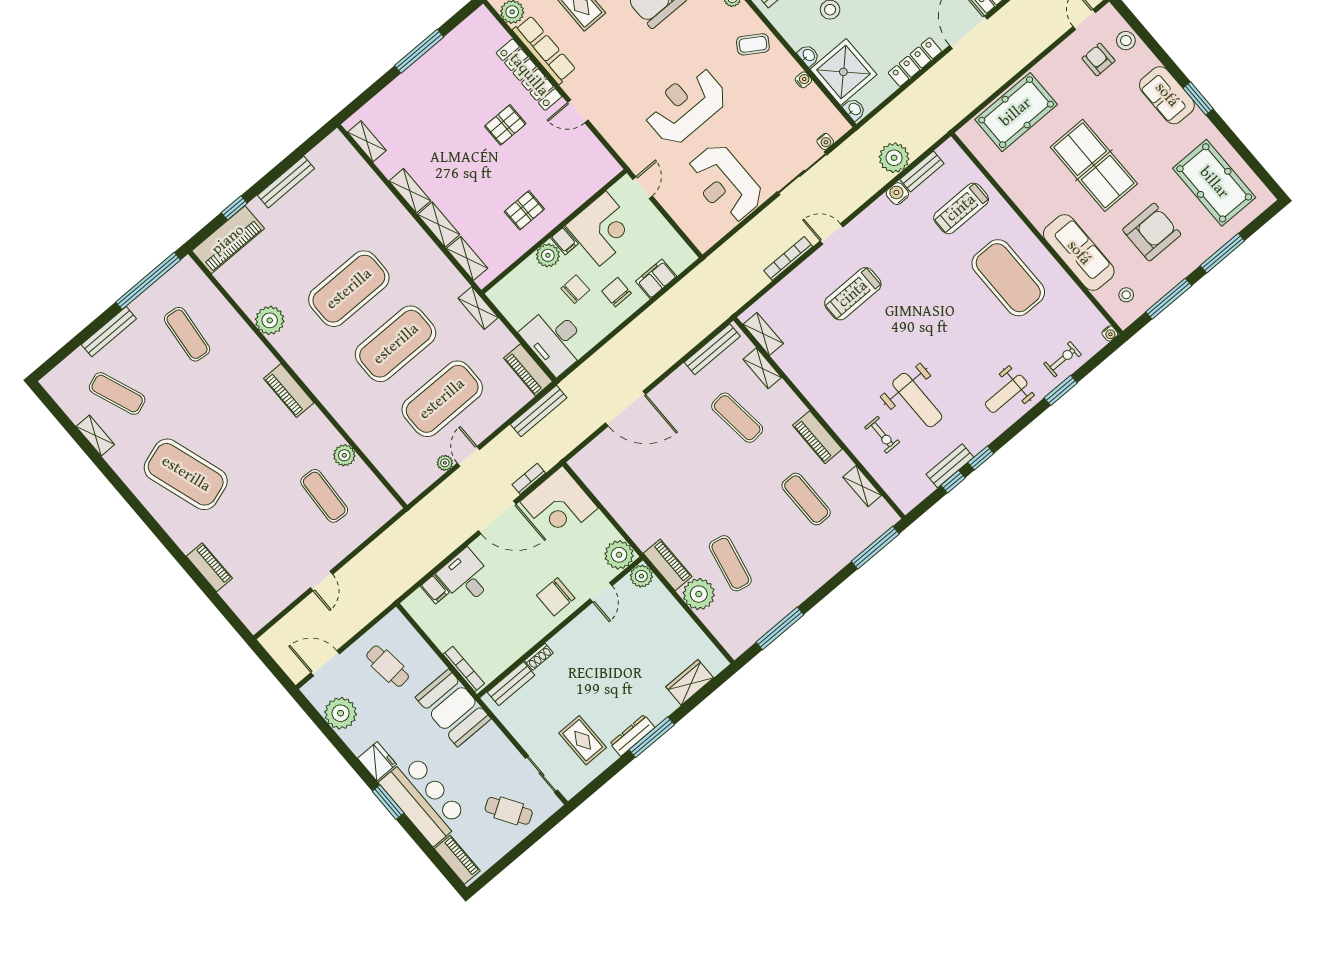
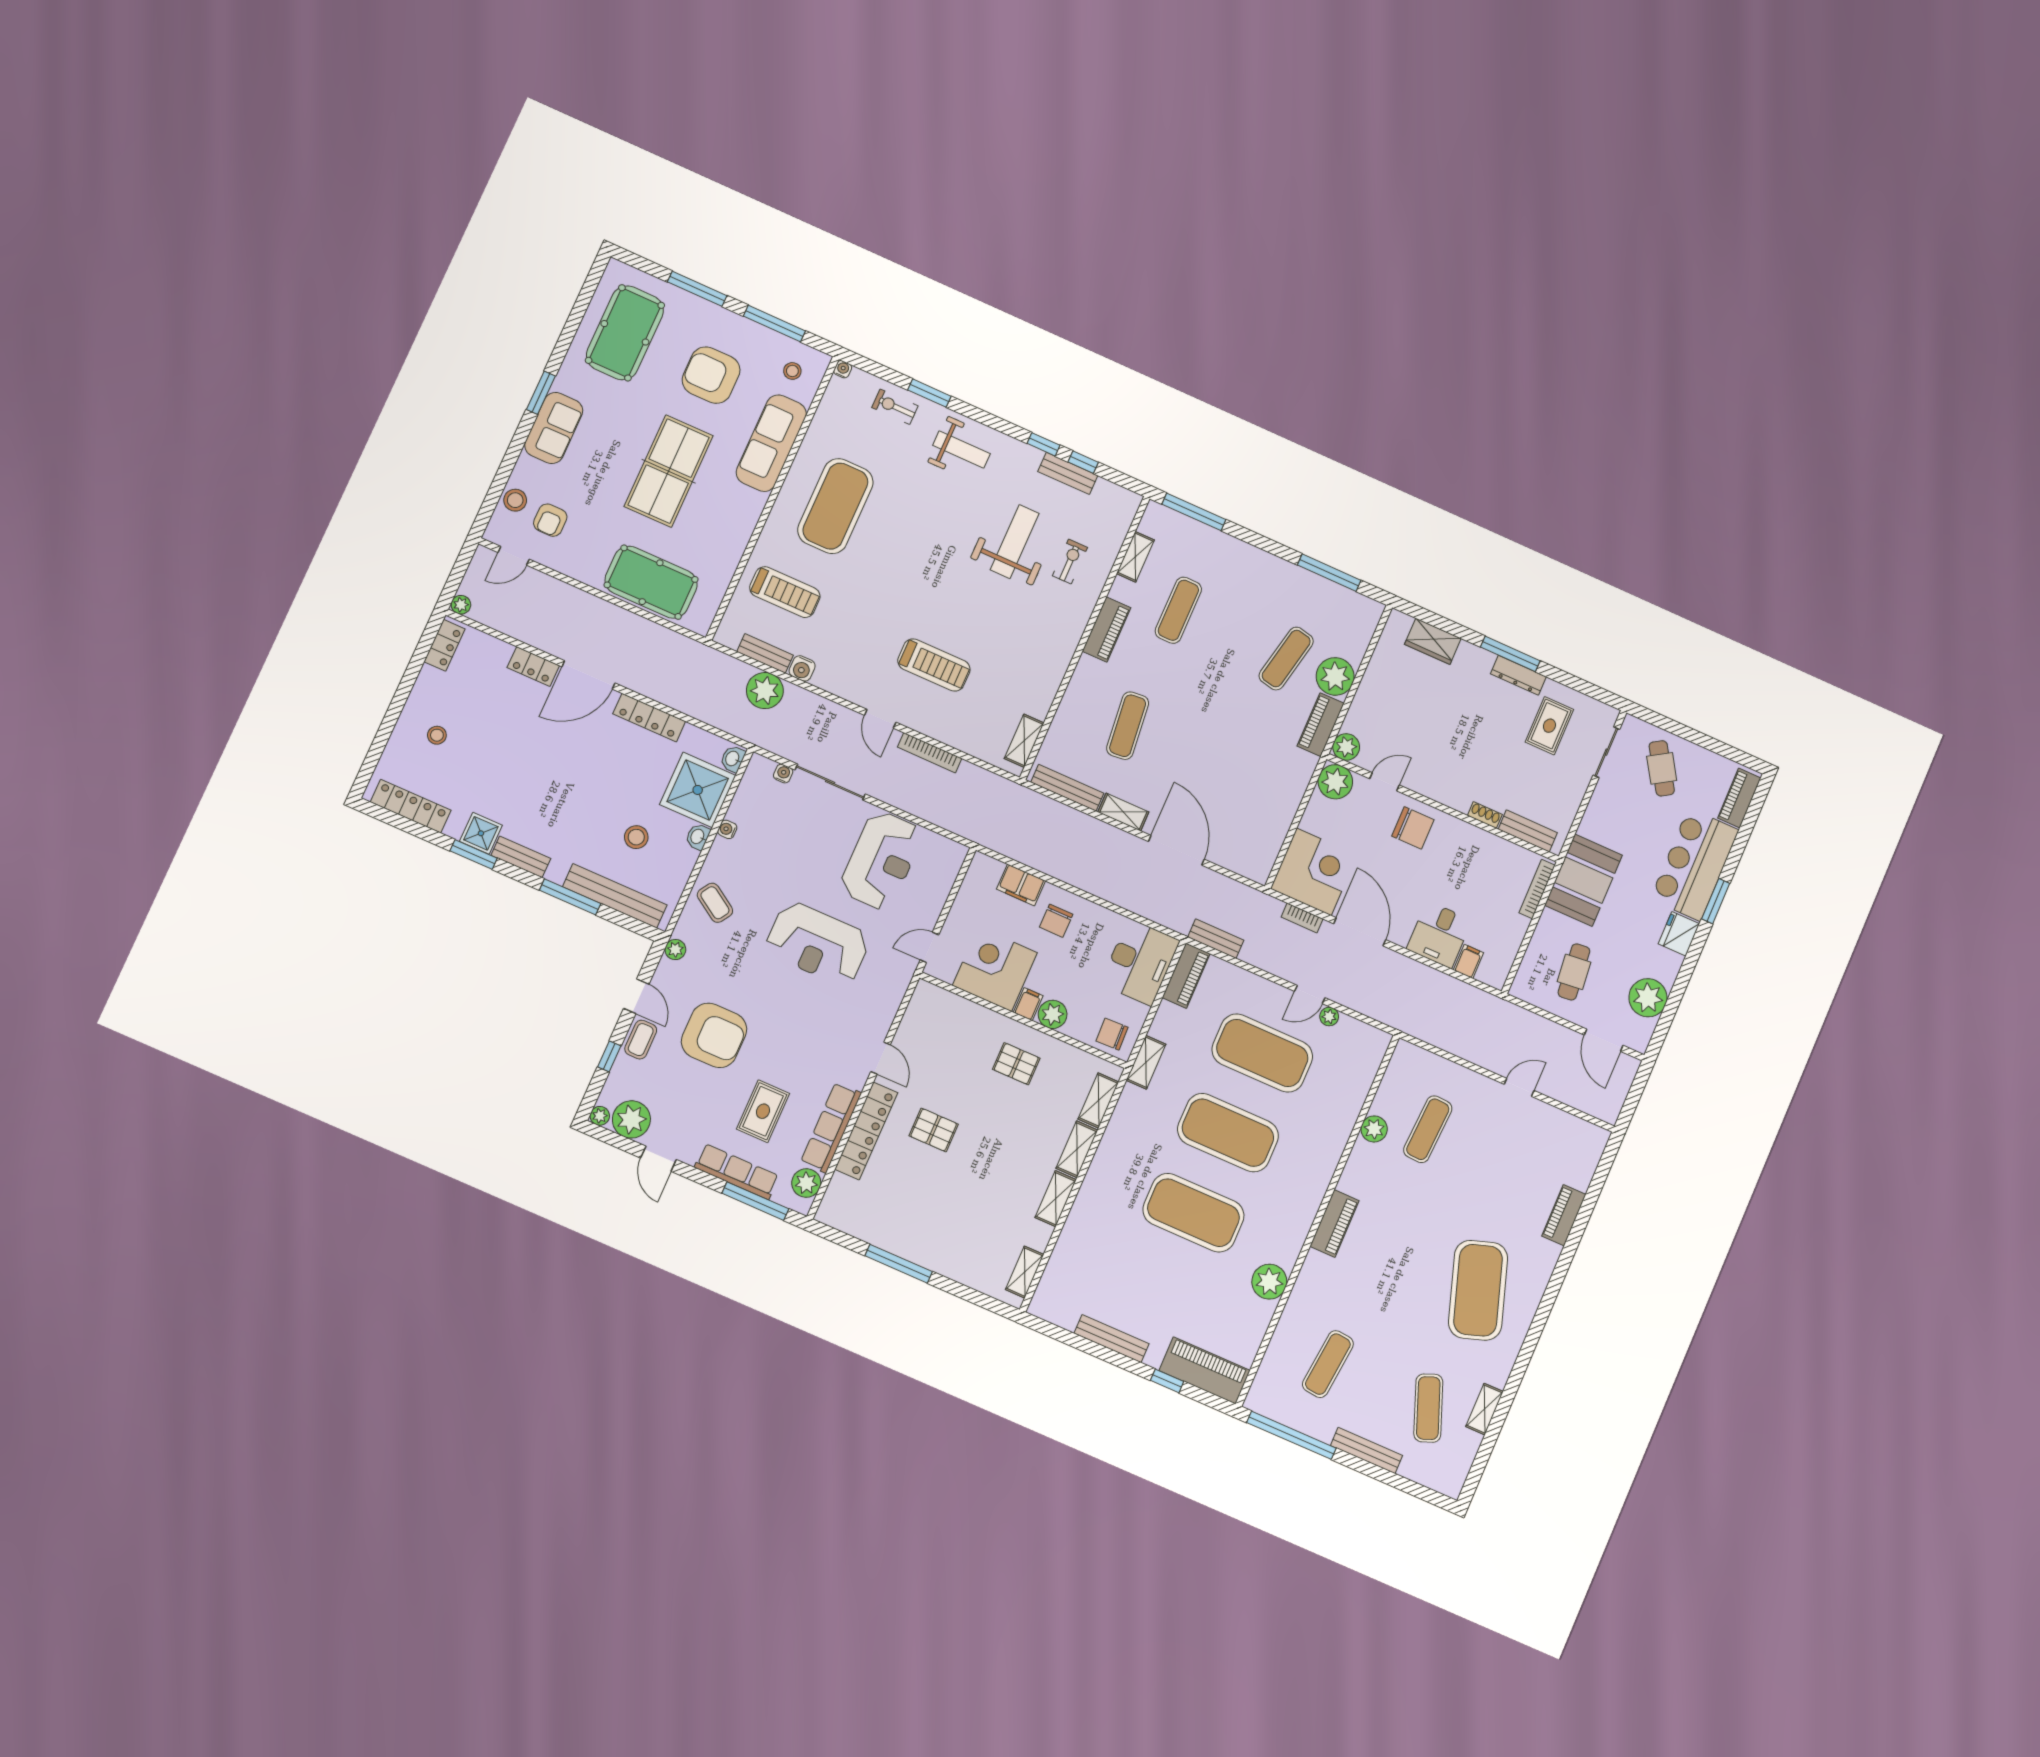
chair: (575, 289) -> (1112, 1034), moved
shelving: (762, 368) -> (1123, 812), moved, turned 90
bench: (539, 411) -> (1216, 939), width x0.73

